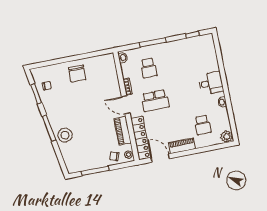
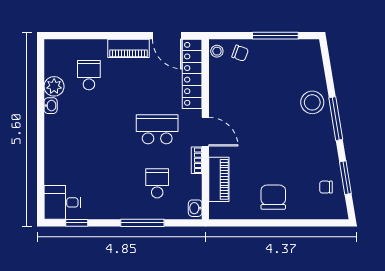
desk: (211, 83) -> (62, 202), moved
piano: (123, 131) -> (219, 179), moved
plant: (227, 137) -> (54, 86), moved

